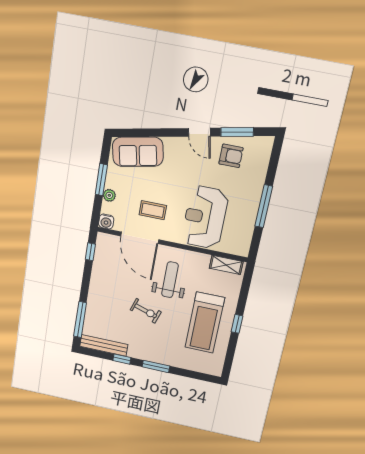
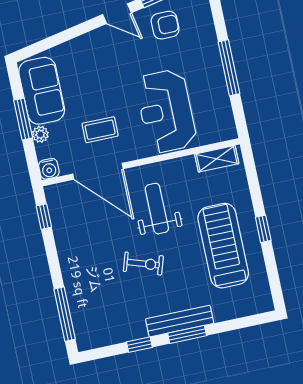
sofa: (138, 152) -> (42, 91), moved, turned -79
treadmill: (205, 323) -> (223, 246), turned 180
bench: (104, 345) -> (180, 321), moved

